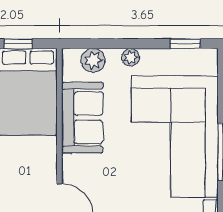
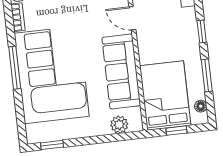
plant: (131, 57) -> (92, 130), removed
sofa: (82, 118) -> (121, 72), width x1.36

